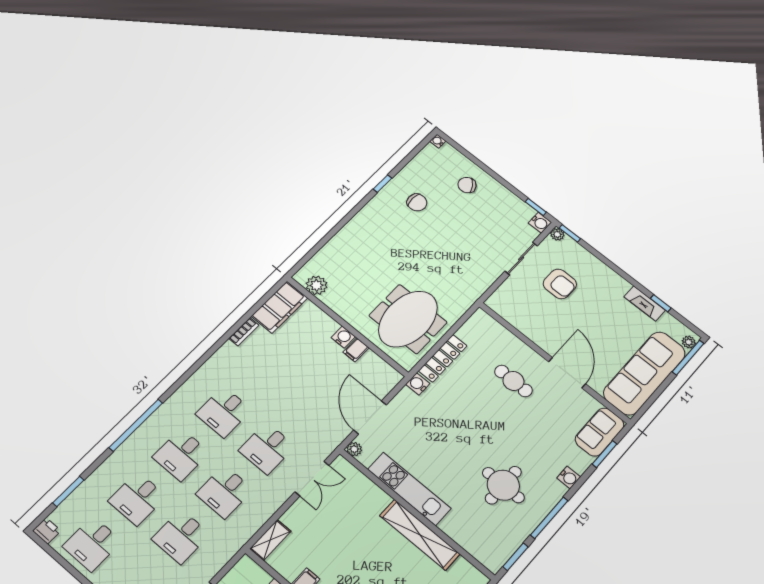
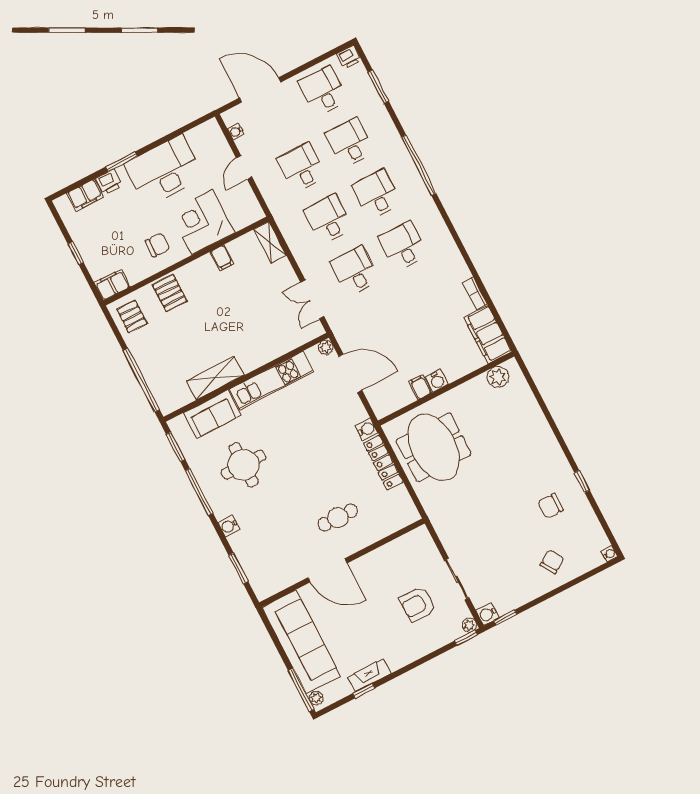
sofa: (600, 432) -> (212, 414), moved, turned 90
shelving: (420, 535) -> (215, 378), width x0.68

